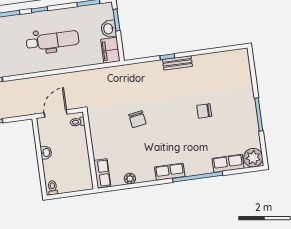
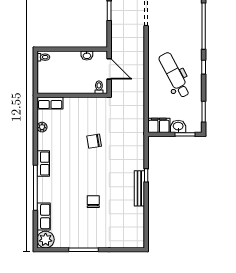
dental chair: (53, 41) -> (174, 75), turned 152
bench: (177, 63) -> (139, 188), width x1.36
washbasin: (46, 153) -> (87, 56), moved

